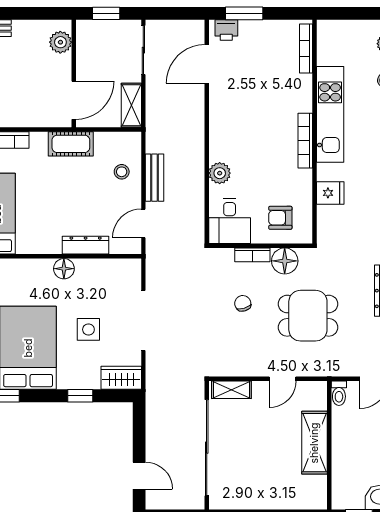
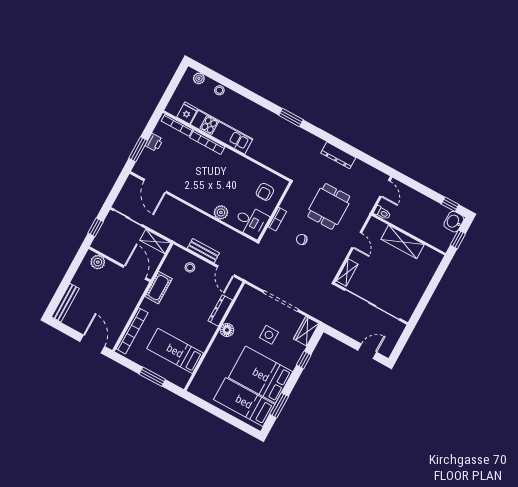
printer: (226, 30) -> (154, 142), moved
bookcase: (305, 141) -> (207, 142), moved
fridge: (330, 193) -> (187, 113), moved
floor lamp: (285, 261) -> (291, 203), removed

